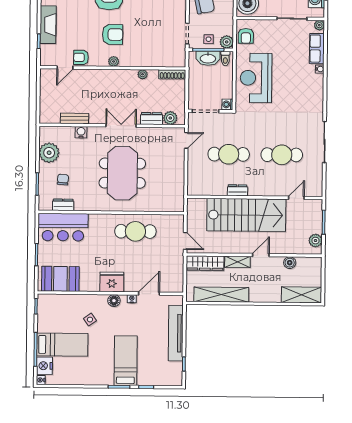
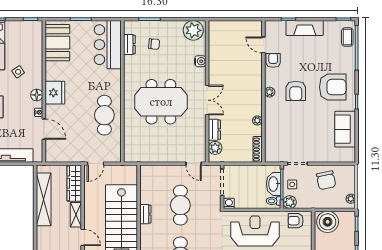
bench: (74, 118) -> (214, 55), removed
plant: (49, 153) -> (193, 30), moved

